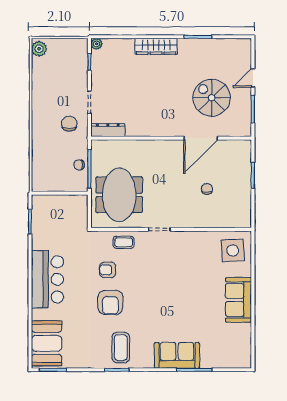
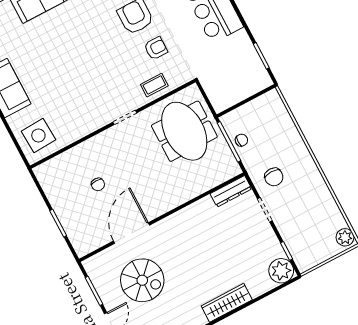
plant: (96, 44) -> (281, 271), width x1.87, depth x1.87

